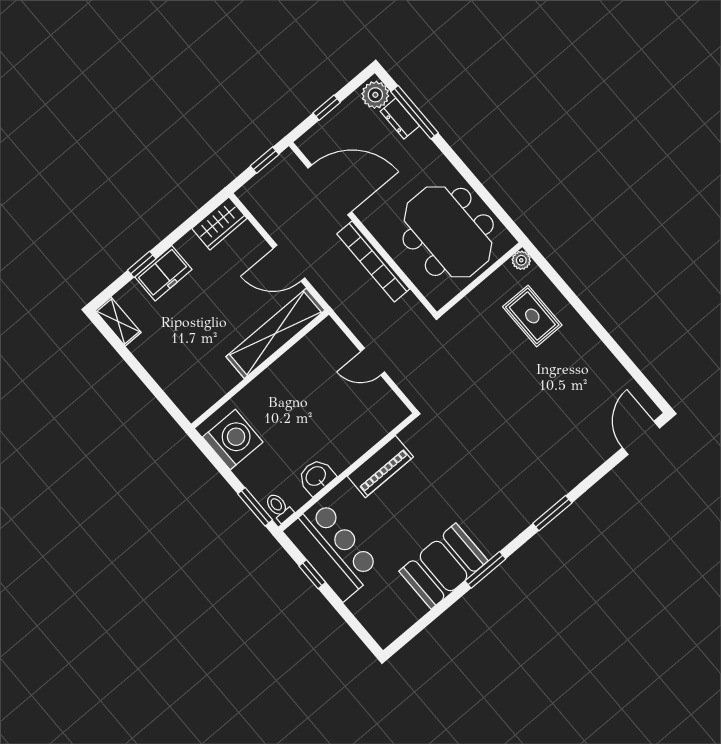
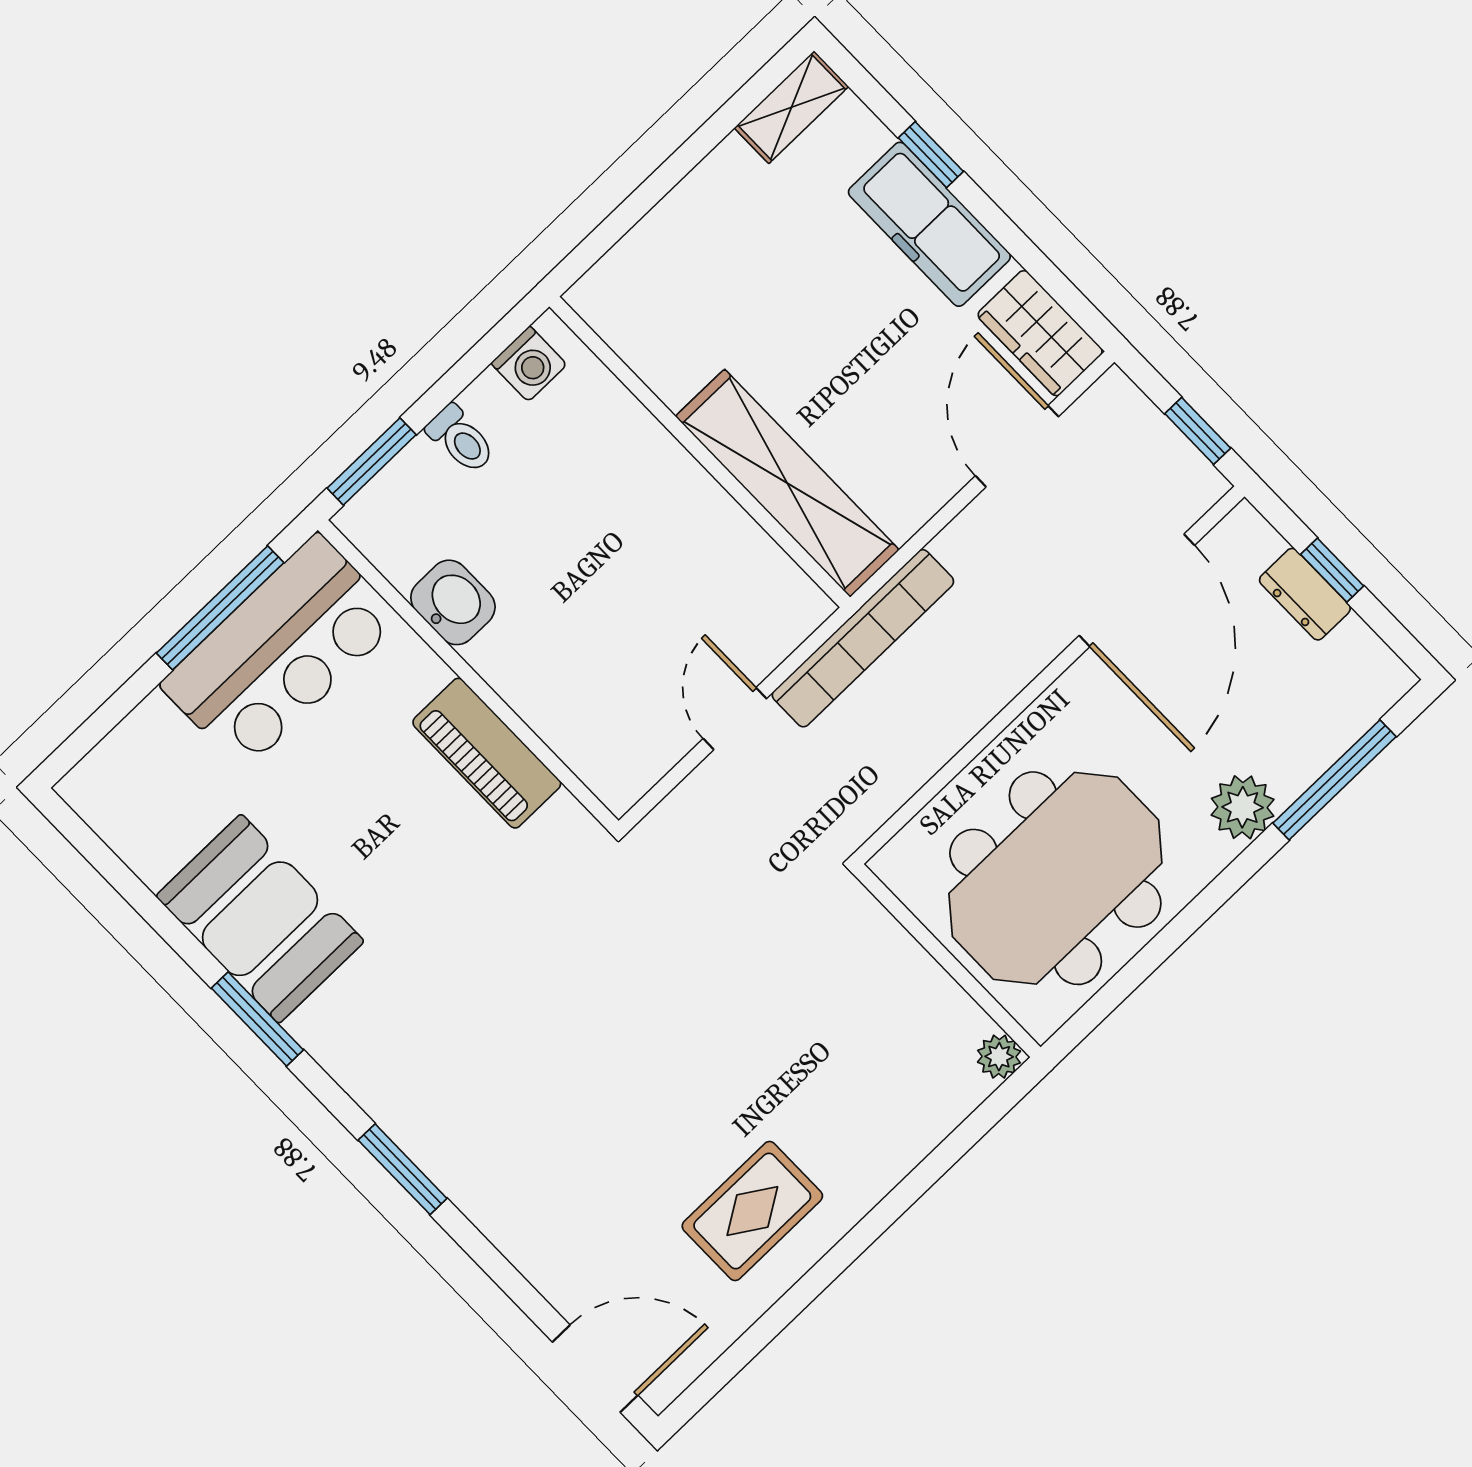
plant: (375, 95) -> (1243, 807), moved
dresser: (400, 119) -> (1305, 594), moved, turned -90
bookcase: (373, 261) -> (863, 638), moved, turned 180
door: (289, 263) -> (1017, 446), moved
freezer: (163, 273) -> (929, 224), width x1.40
rug: (532, 316) -> (752, 1211), moved
washing machine: (233, 440) -> (529, 364), width x0.53, depth x0.53
toilet: (279, 507) -> (461, 439), moved, turned 90
window: (312, 574) -> (220, 608), width x2.17

